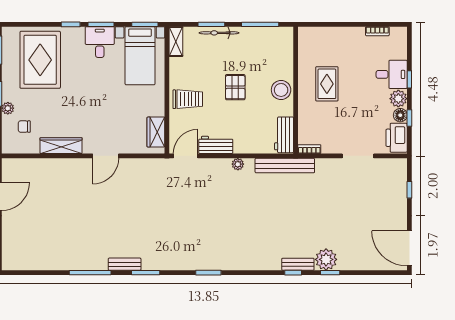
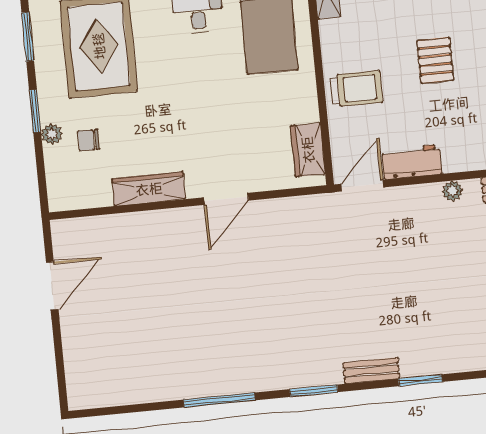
chair: (24, 127) -> (89, 140), moved
bench: (125, 264) -> (371, 371), moved

